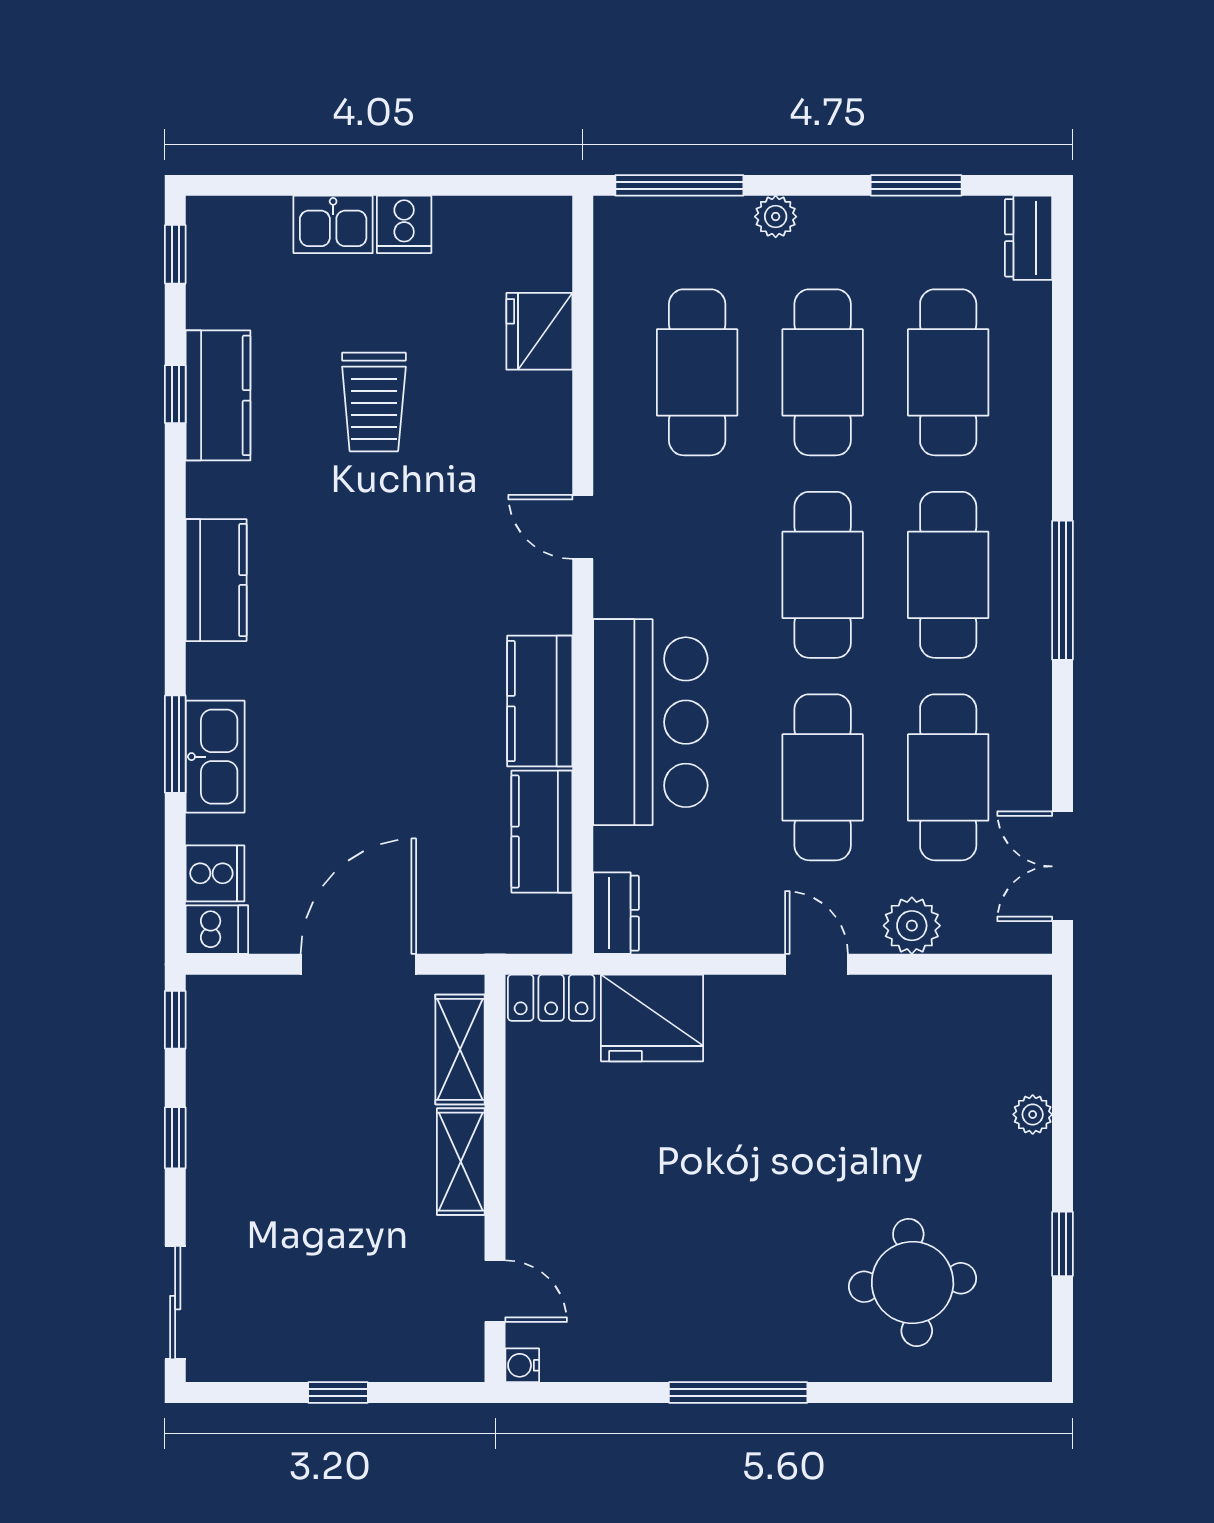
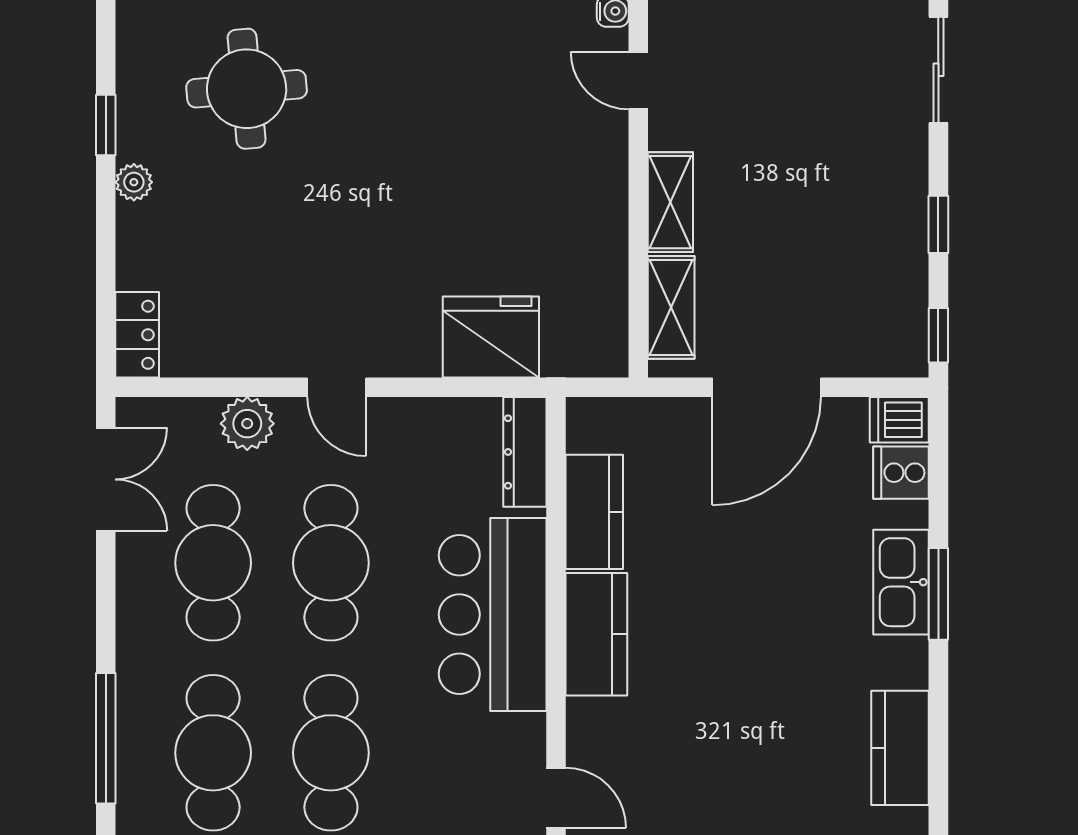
dresser: (616, 913) -> (525, 452), width x1.44
locker: (551, 998) -> (137, 335), moved, turned 90
plant: (1033, 1114) -> (134, 182), moved

